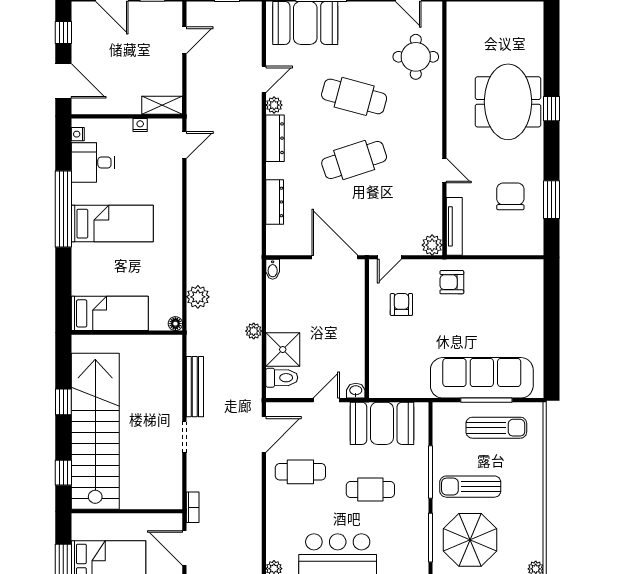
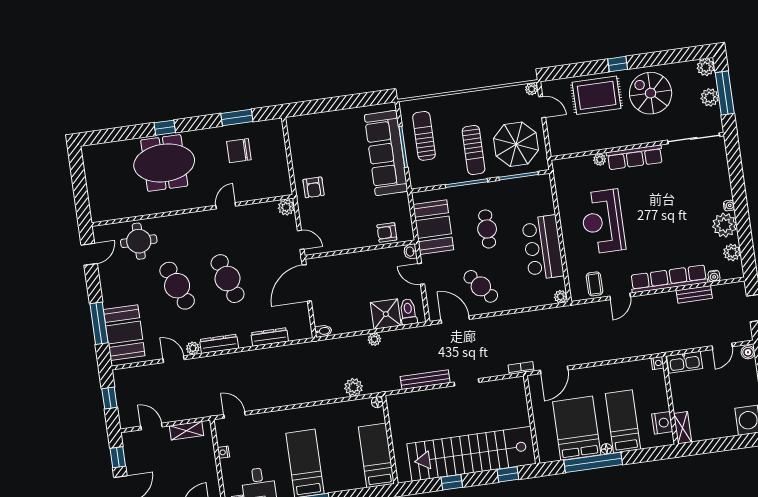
cafe table: (354, 96) -> (177, 286), turned -36
shelving: (162, 105) -> (186, 431), moved, turned 90
tv unit: (454, 226) -> (269, 192), removed
armchair: (401, 304) -> (387, 232), moved
cafe table: (300, 472) -> (481, 286), turned -39

